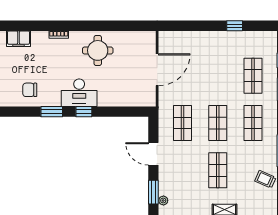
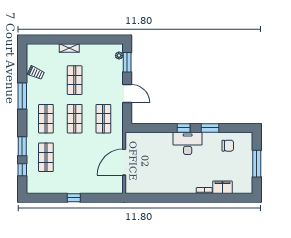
window: (235, 26) -> (74, 198), moved
filing cabinet: (19, 39) -> (222, 187), moved
round table: (98, 50) -> (172, 178), removed

